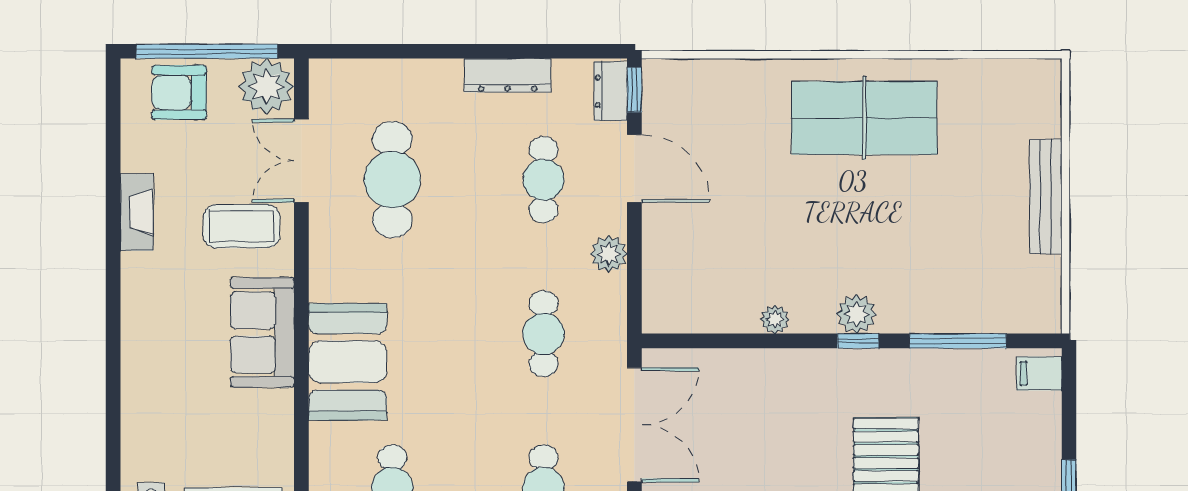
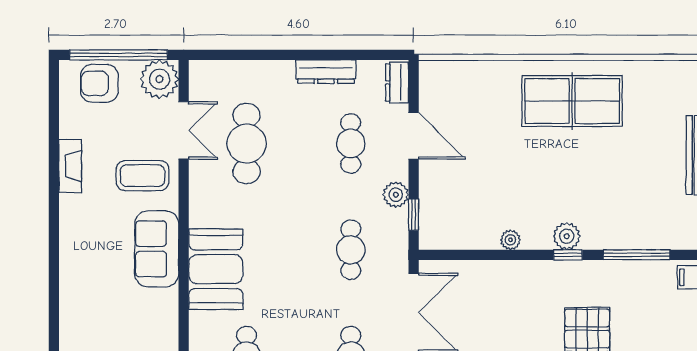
window: (634, 90) -> (414, 215), moved
double door: (301, 161) -> (184, 130), swing flipped

